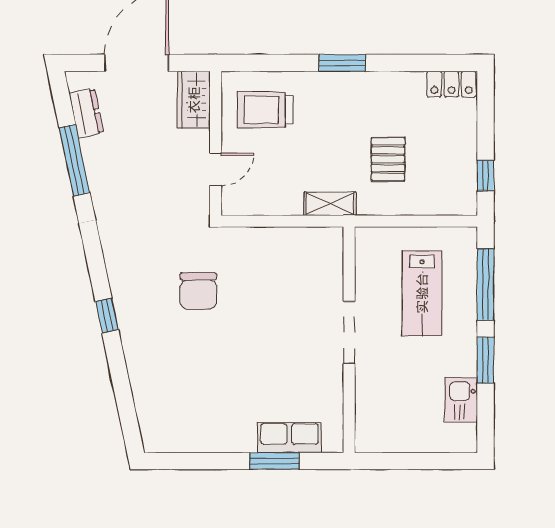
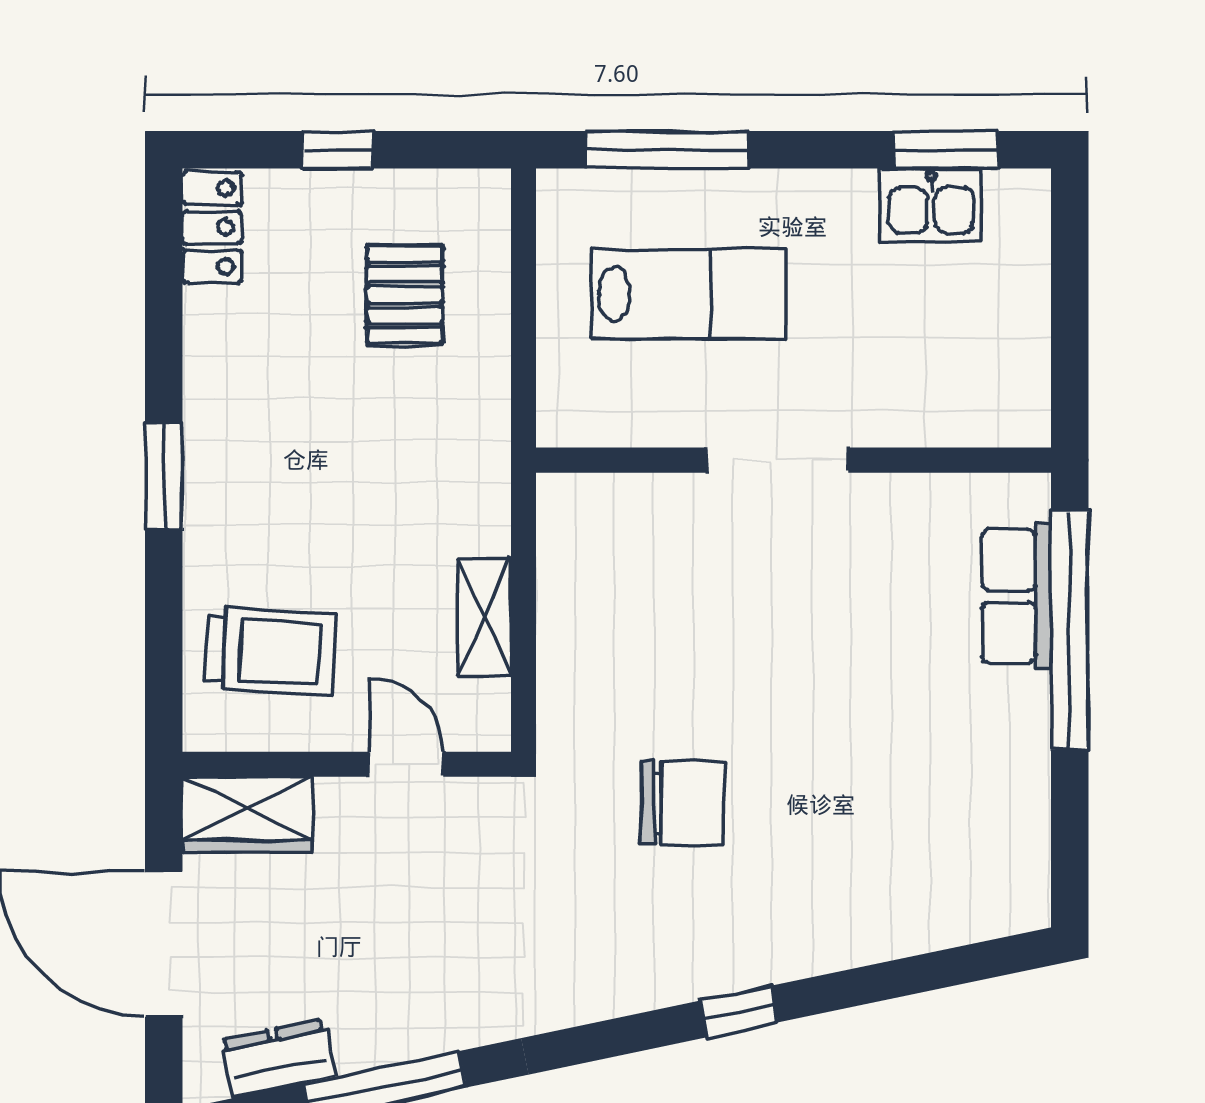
trolley: (265, 110) -> (270, 652), turned -87
pallet: (388, 159) -> (405, 295), moved, turned 90
window: (486, 176) -> (338, 150), moved
shelving: (330, 204) -> (484, 617), moved
window: (486, 360) -> (946, 150), moved
window: (274, 461) -> (1070, 630), width x2.11

